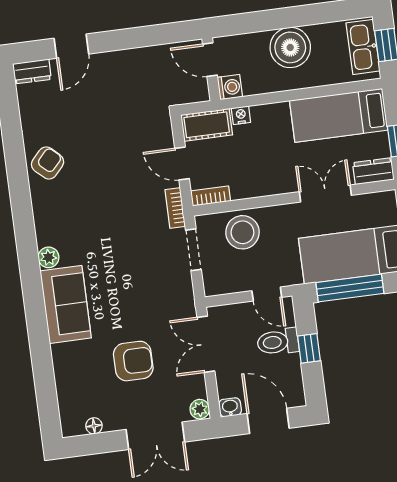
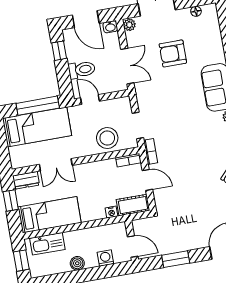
window: (143, 37) -> (176, 259), added
boiler: (290, 47) -> (77, 263), width x0.54, depth x0.54
kitchen sink: (363, 47) -> (47, 244), moved, turned 90
washing machine: (230, 87) -> (105, 258), moved, turned 90
window: (309, 348) -> (59, 51), moved

